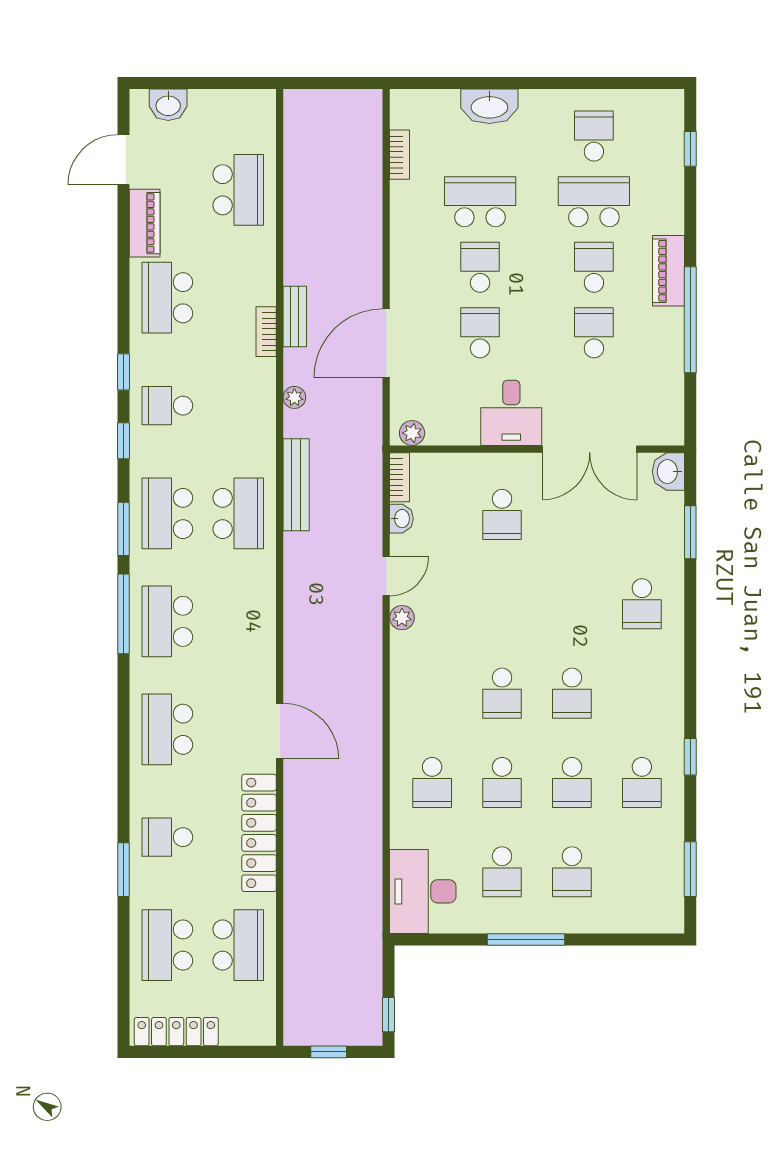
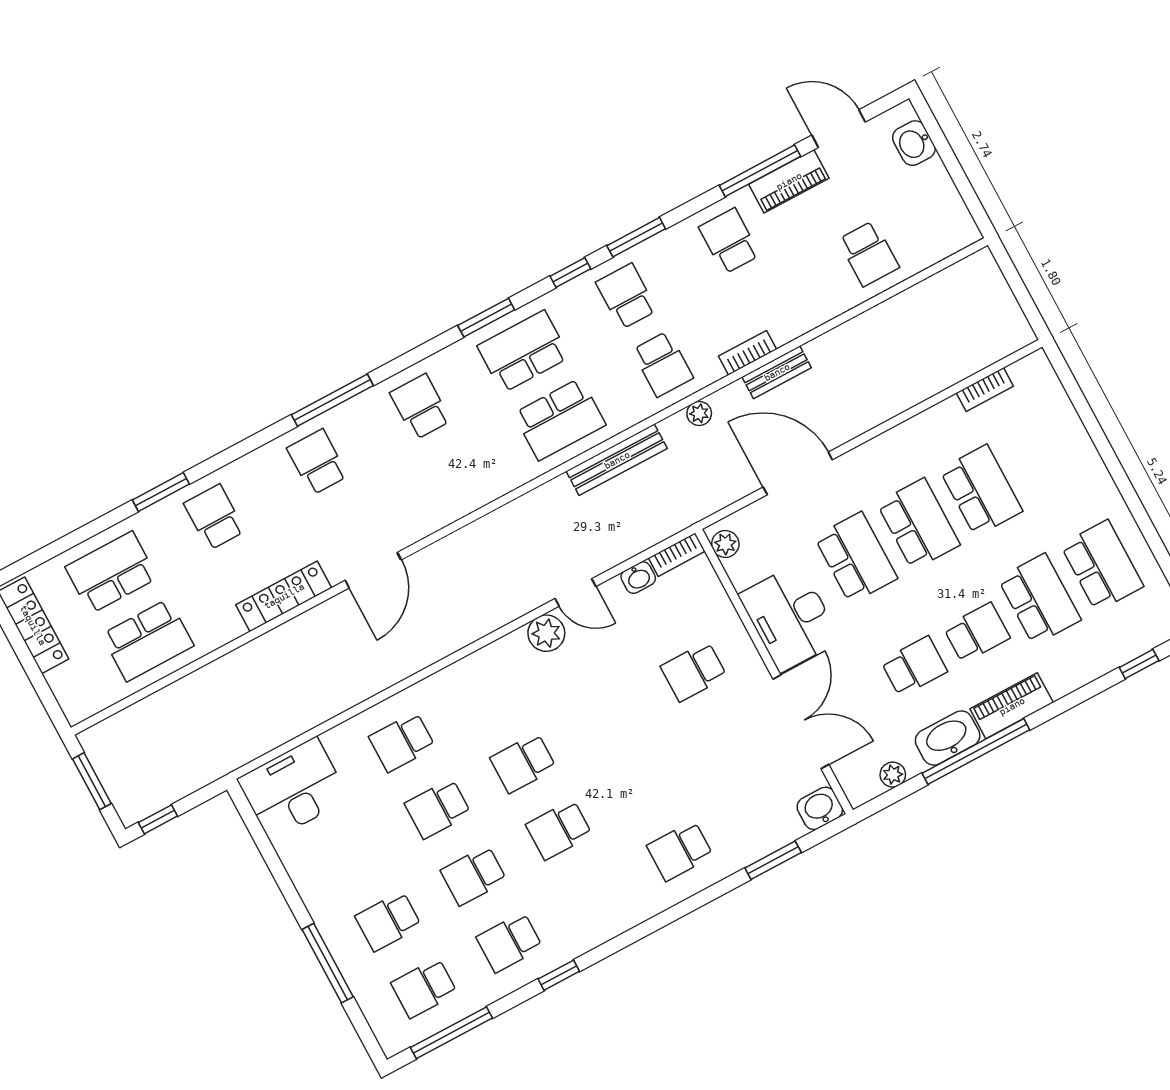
washbasin: (489, 106) -> (948, 738), moved, turned 90
school desk: (594, 136) -> (1102, 566), width x1.85
school desk: (238, 190) -> (869, 253), width x0.54
window: (124, 242) -> (760, 171), added
school desk: (480, 267) -> (918, 524), width x1.85
school desk: (167, 298) -> (729, 241), width x0.54
school desk: (480, 333) -> (856, 558), width x1.85
window: (124, 372) -> (636, 237), width x1.50
plant: (673, 397) -> (893, 775), added
school desk: (238, 406) -> (663, 364), added
desk: (511, 413) -> (790, 618), width x1.37
double door: (590, 449) -> (801, 722), swing flipped
window: (124, 614) -> (332, 400), moved
plant: (402, 618) -> (546, 633), width x1.38, depth x1.38
school desk: (167, 621) -> (420, 407), width x0.54
school desk: (167, 729) -> (317, 462), width x0.54
locker: (259, 833) -> (284, 596), width x0.71, depth x0.83
window: (690, 869) -> (451, 1033), width x1.44
school desk: (502, 872) -> (424, 988), moved
window: (526, 939) -> (328, 963), moved
window: (329, 1052) -> (92, 781), width x1.50

